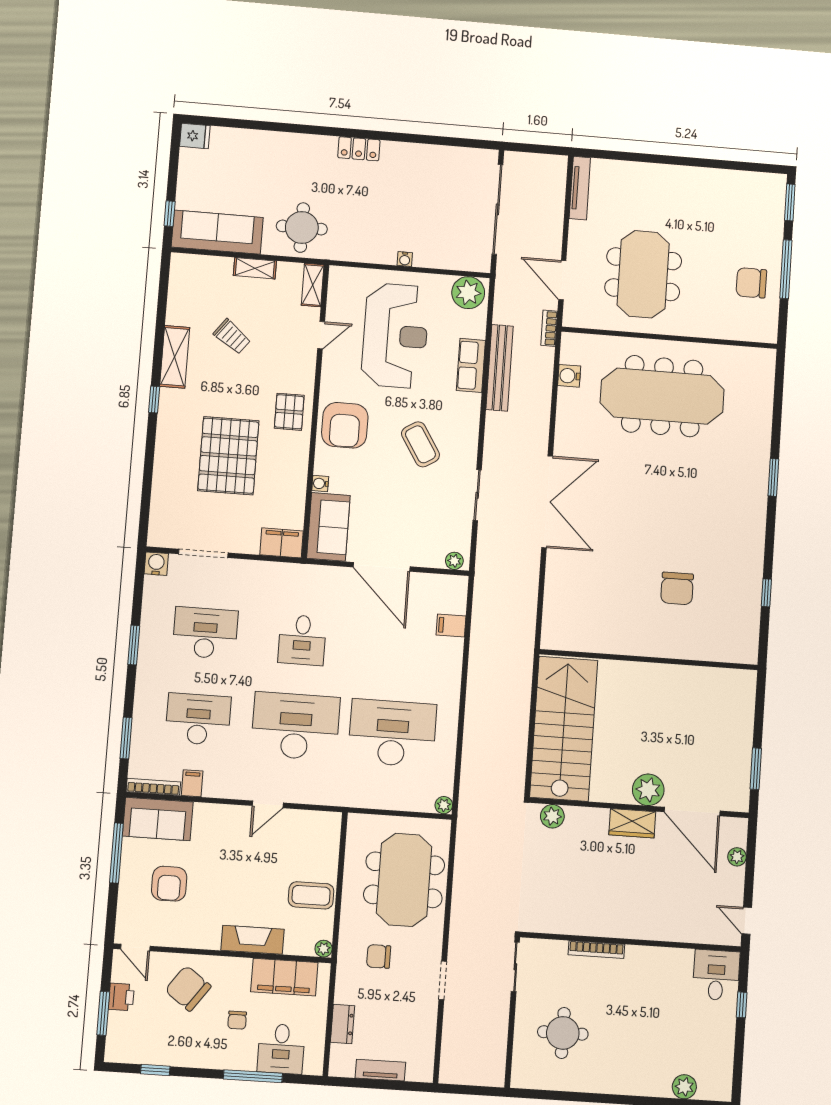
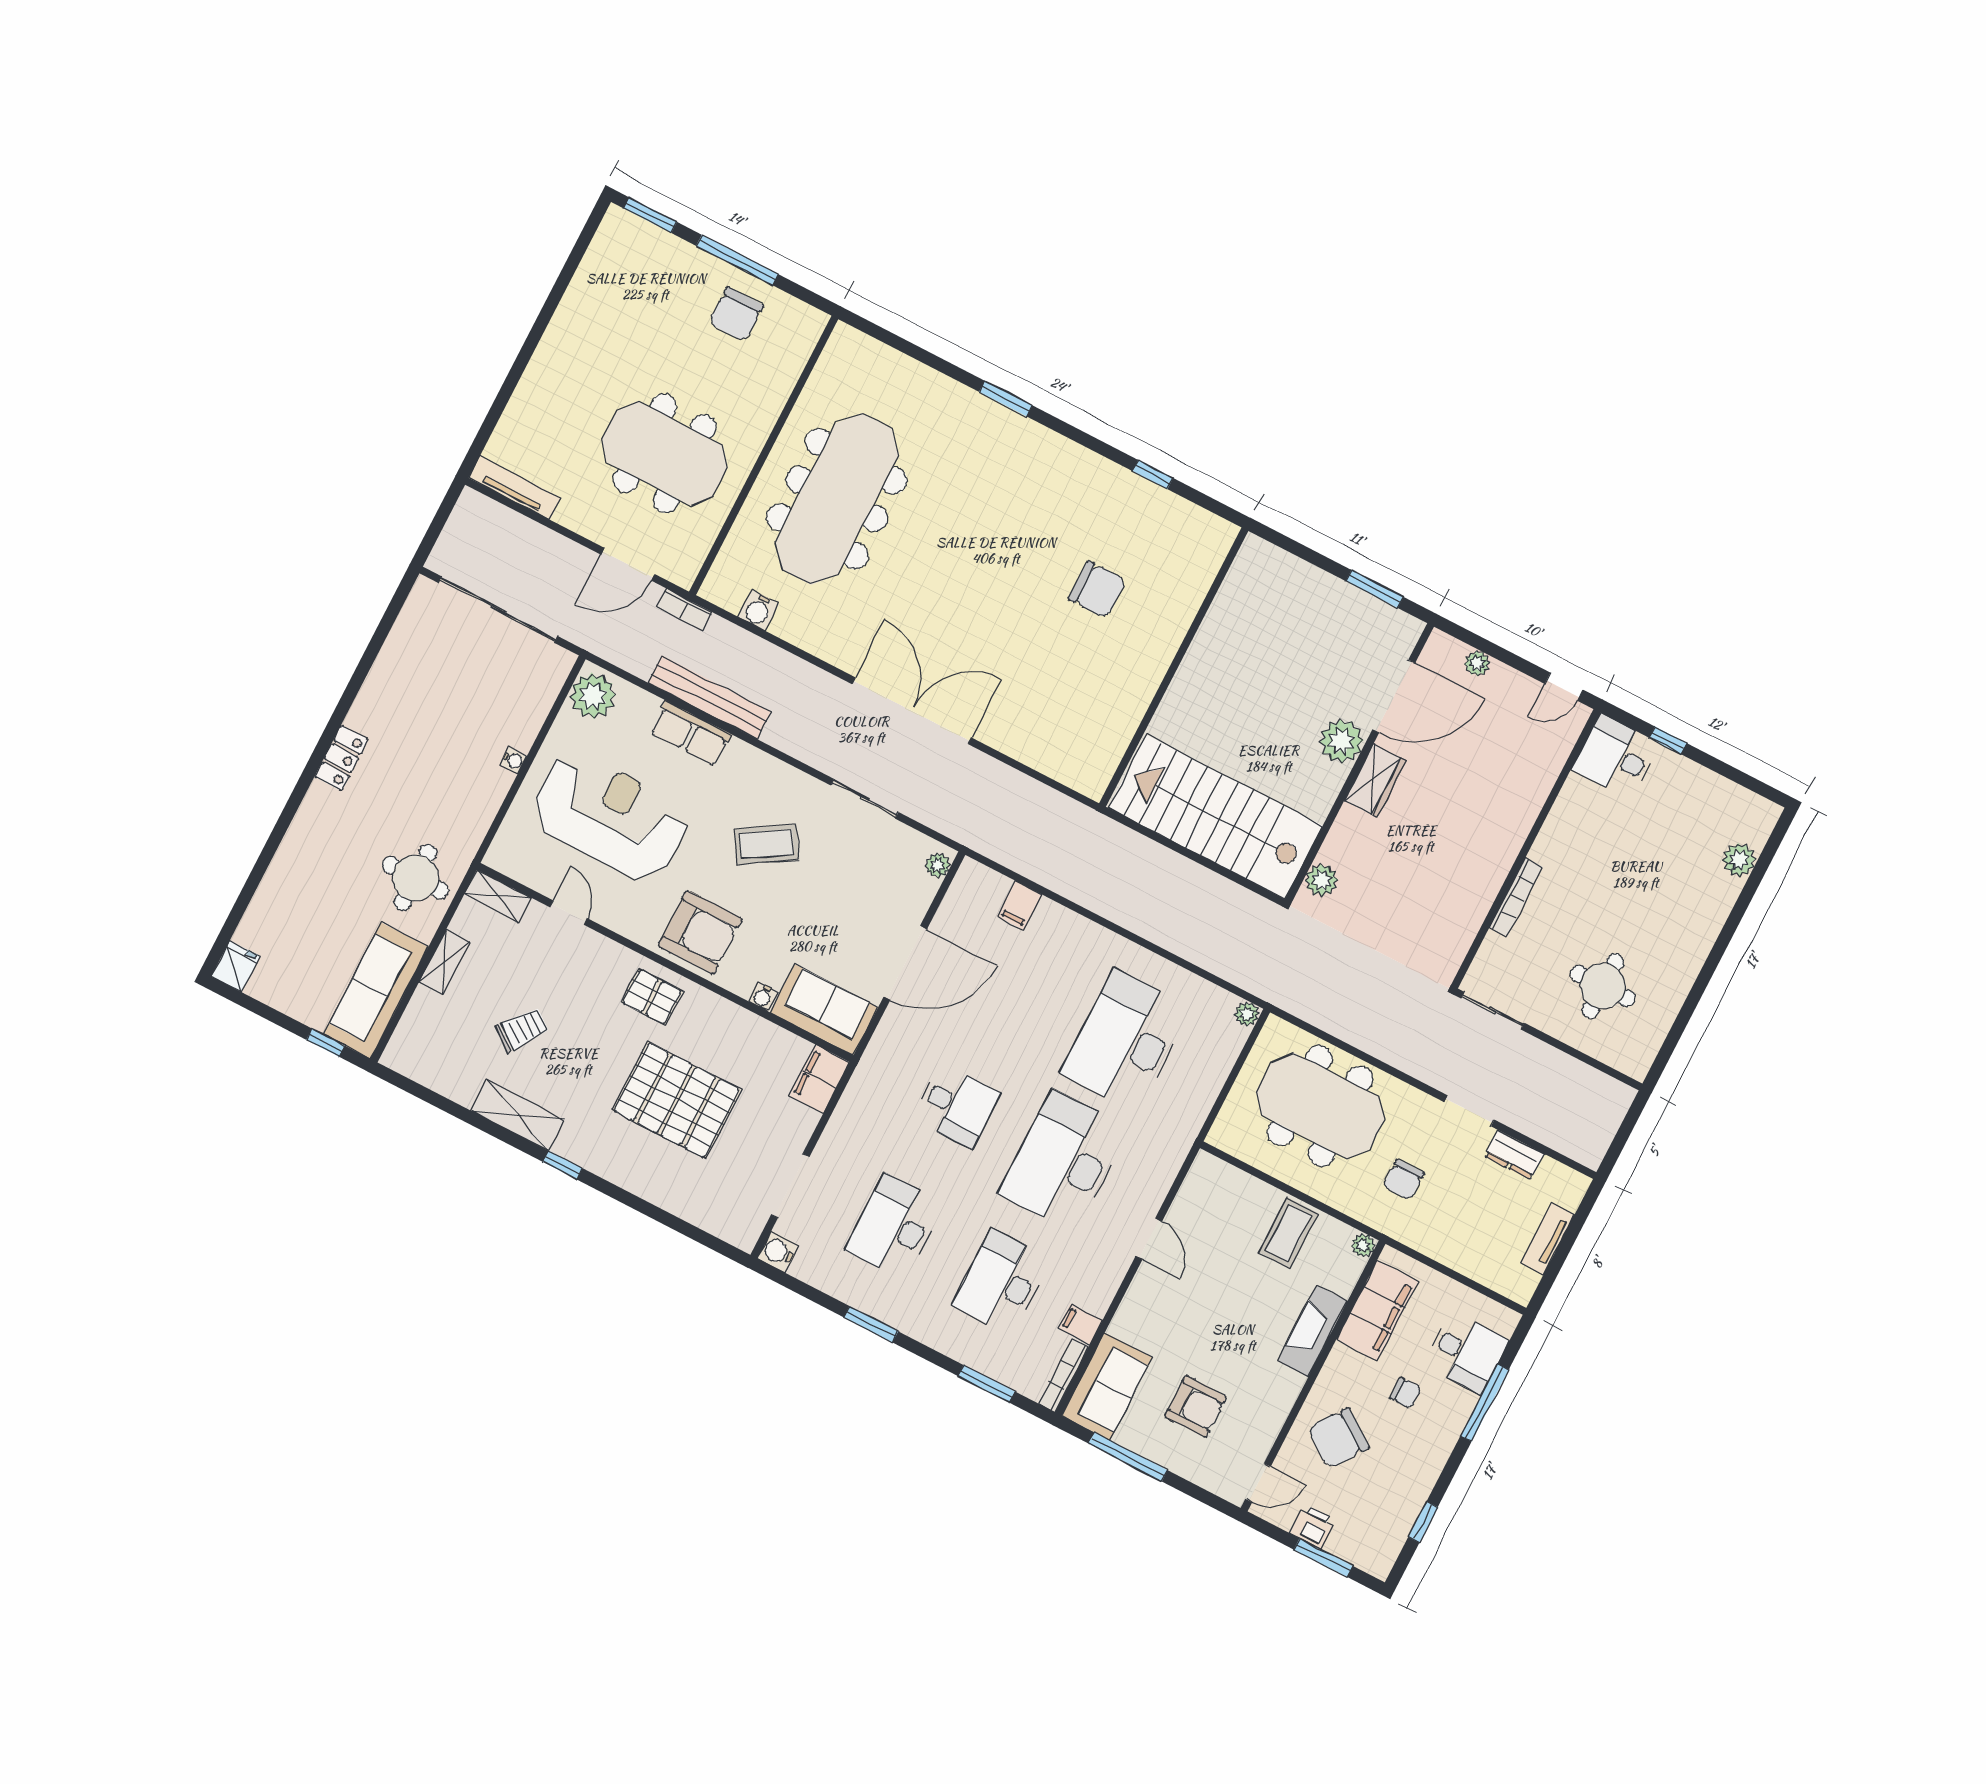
dresser: (343, 1024) -> (1514, 1155), moved, turned 180

